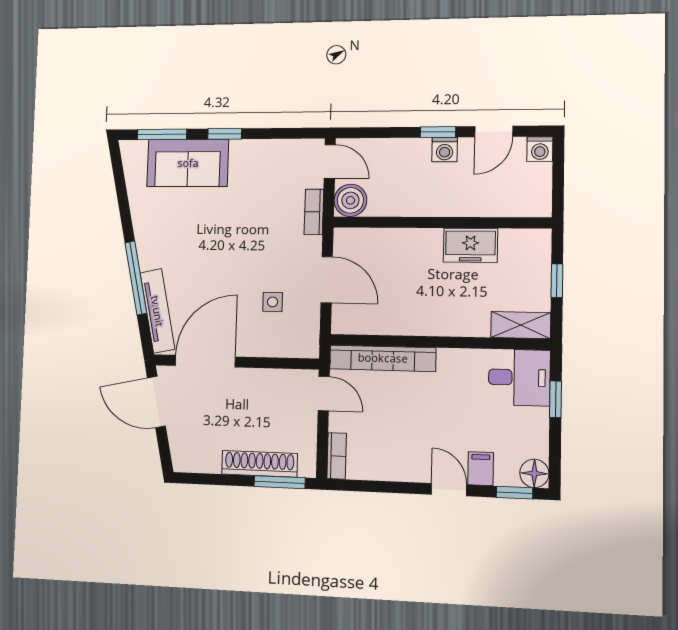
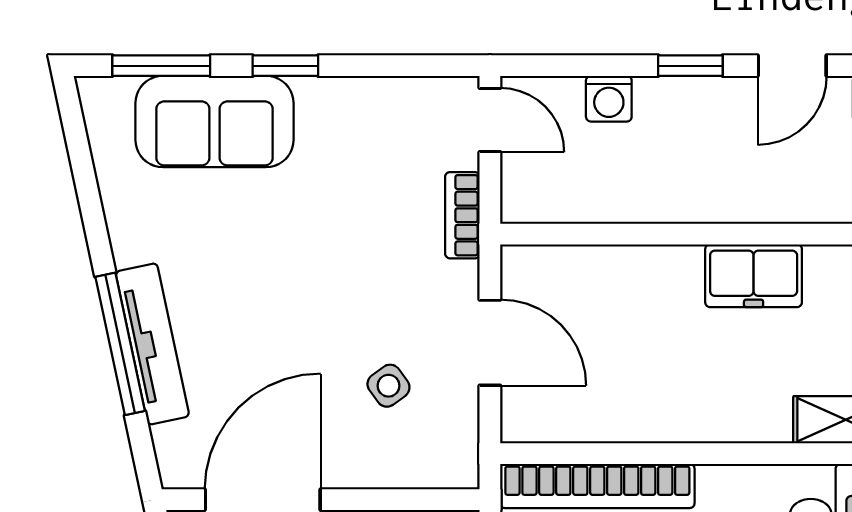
washing machine: (445, 150) -> (609, 99), moved
boiler: (350, 200) -> (531, 193), removed
side table: (273, 302) -> (388, 386), turned -36
tv unit: (157, 311) -> (152, 344), moved

